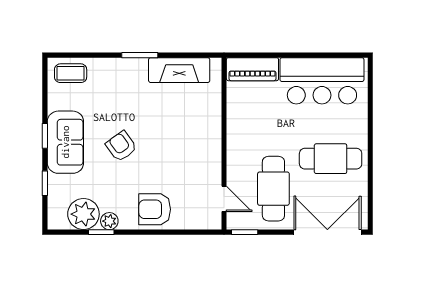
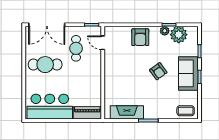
cafe table: (273, 189) -> (76, 48), width x0.73, depth x0.74
armchair: (155, 209) -> (140, 37), turned 90

